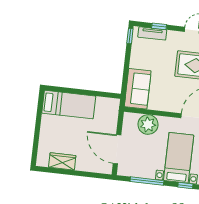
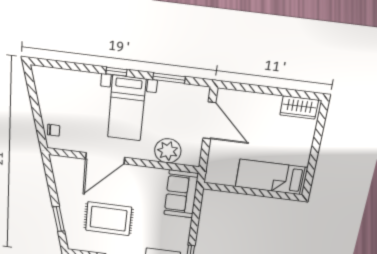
wardrobe: (62, 161) -> (299, 108), moved
window: (147, 181) -> (169, 78), width x0.69

